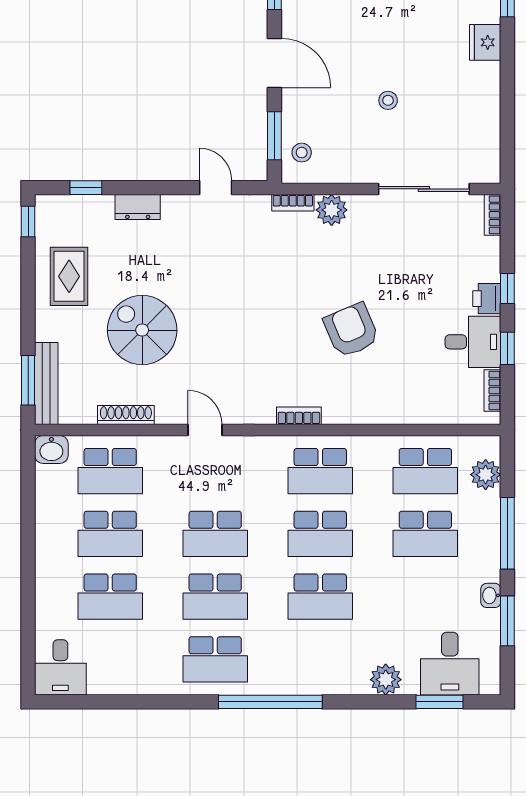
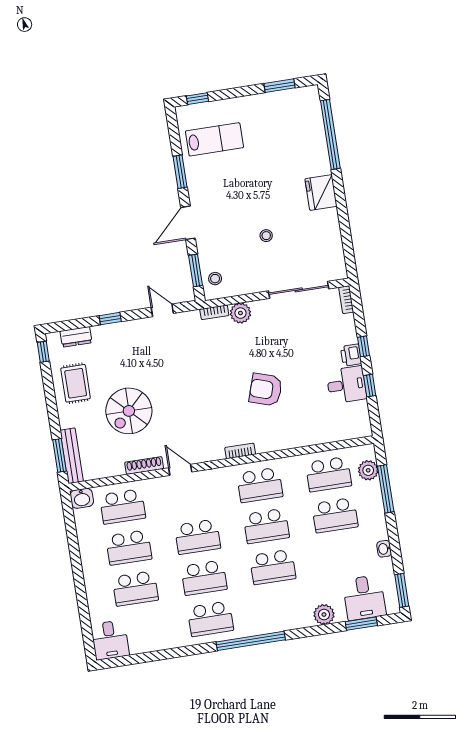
fridge: (485, 42) -> (321, 193), width x1.36, depth x1.34
door: (274, 63) -> (188, 223), swing flipped
window: (86, 188) -> (110, 319), moved
dresser: (138, 207) -> (76, 337), moved
spiral stairs: (142, 330) -> (129, 411), turned -90
armchair: (351, 330) -> (266, 390), turned -49
bookcase: (492, 391) -> (364, 415), removed
shoe rack: (126, 415) -> (144, 466), moved
window: (507, 533) -> (386, 489), moved
window: (507, 621) -> (402, 590), moved

